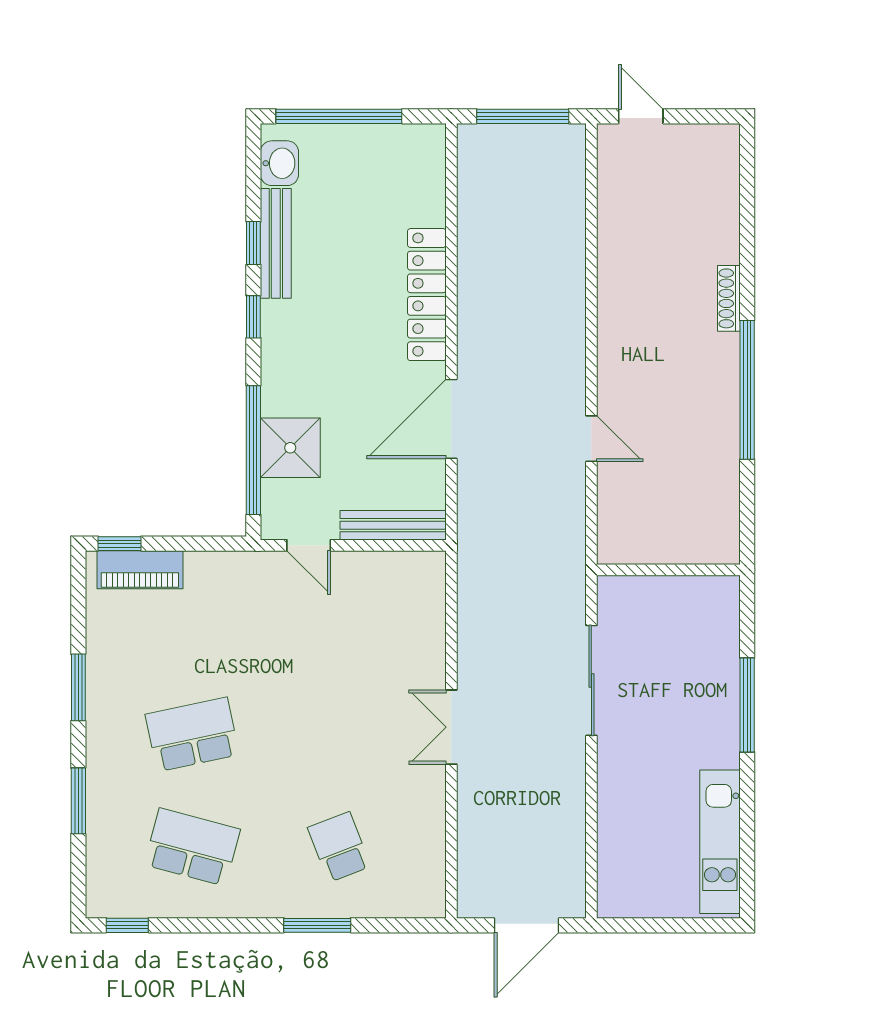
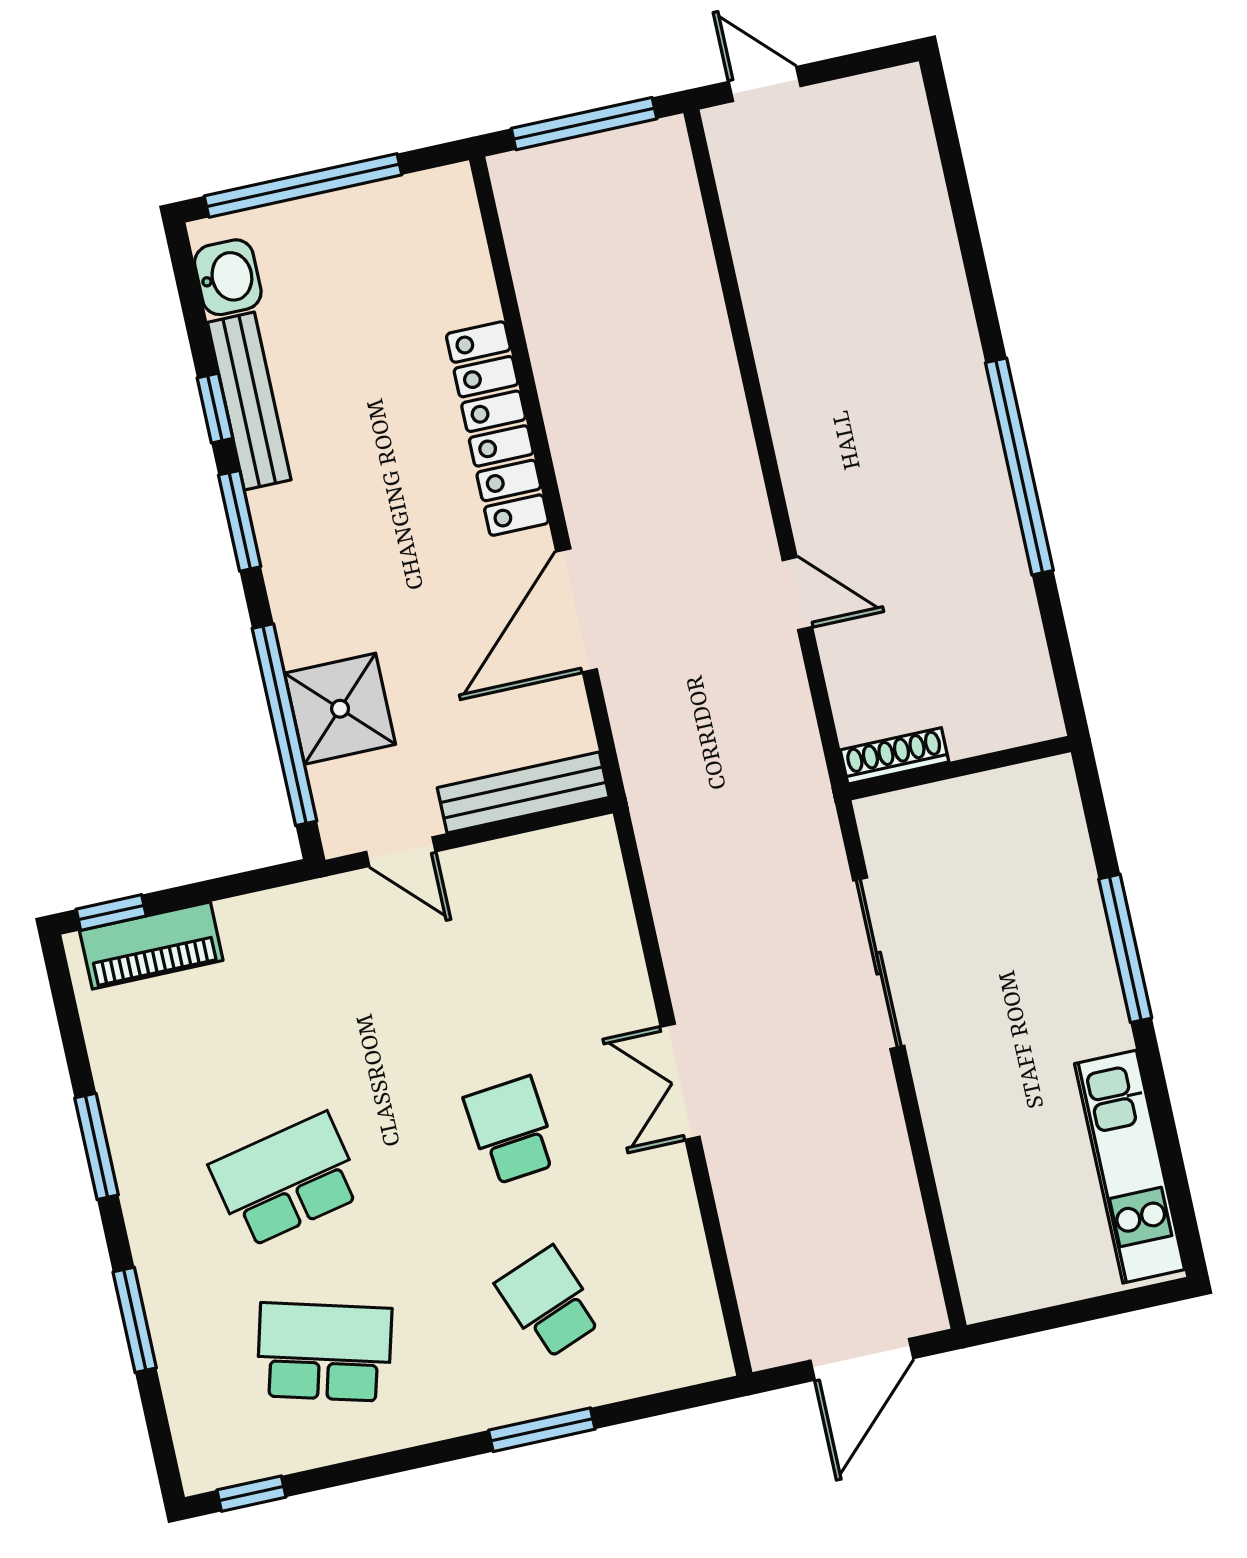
shoe rack: (729, 298) -> (895, 756), moved, turned 90
window: (253, 317) -> (240, 521), width x1.50
school desk: (339, 734) -> (511, 1131), added

